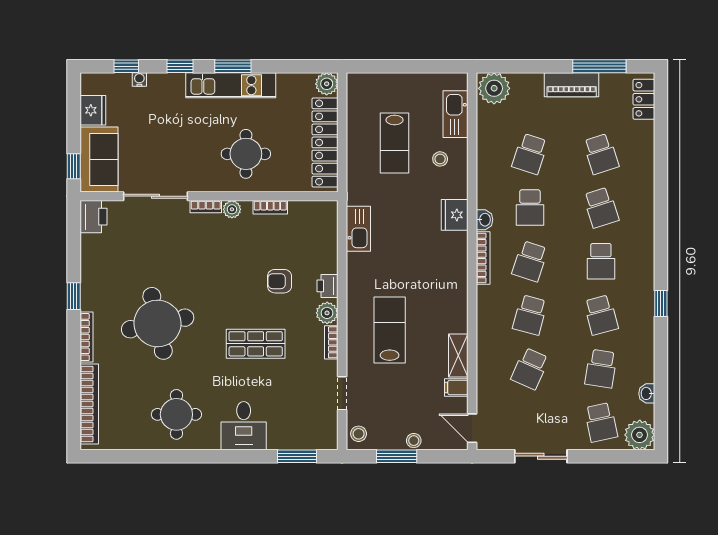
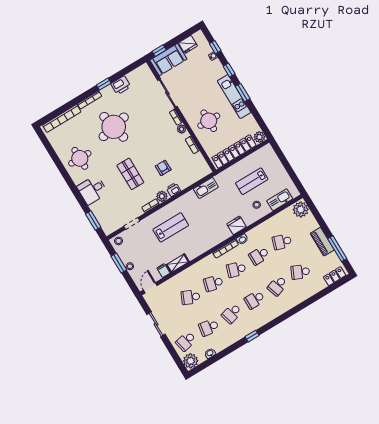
school desk: (601, 154) -> (300, 272), turned 42
printer: (93, 217) -> (121, 85), moved

